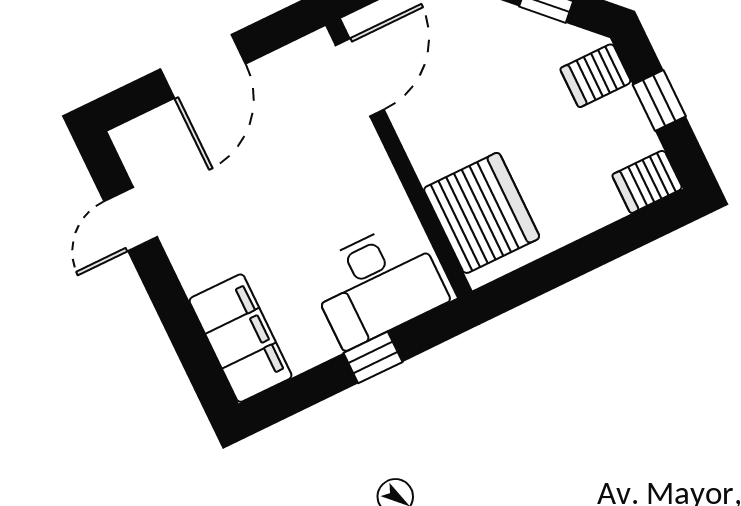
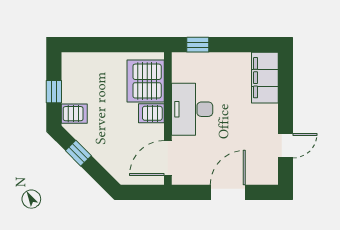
server rack: (647, 182) -> (151, 113), moved, turned 180
desk: (377, 284) -> (192, 109), moved, turned -90
window: (373, 357) -> (198, 45), moved

